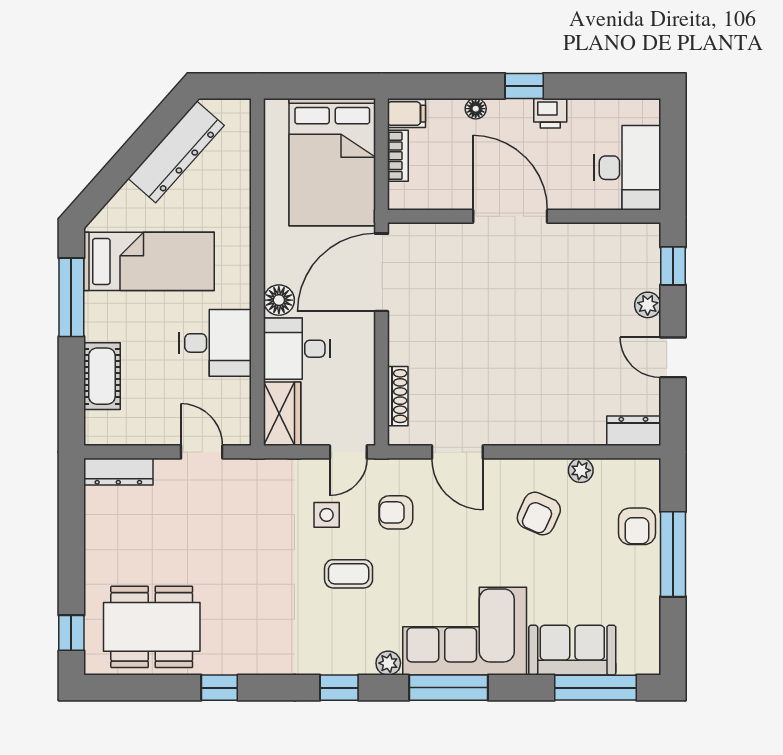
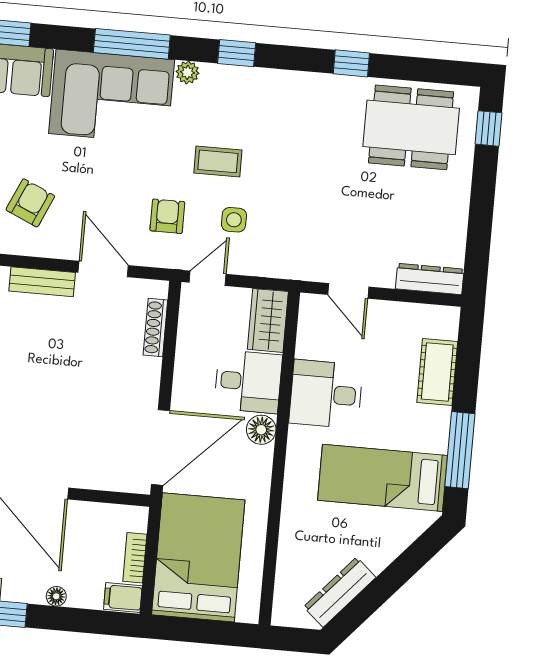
dresser: (176, 152) -> (340, 592), width x0.73, depth x0.80
bench: (519, 433) -> (42, 282), added
armchair: (396, 512) -> (167, 216), turned -90

